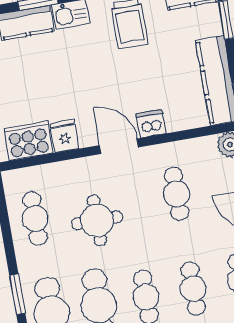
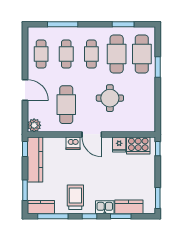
cafe table: (177, 194) -> (66, 105), width x1.37, depth x1.35
cafe table: (35, 218) -> (142, 105), removed

